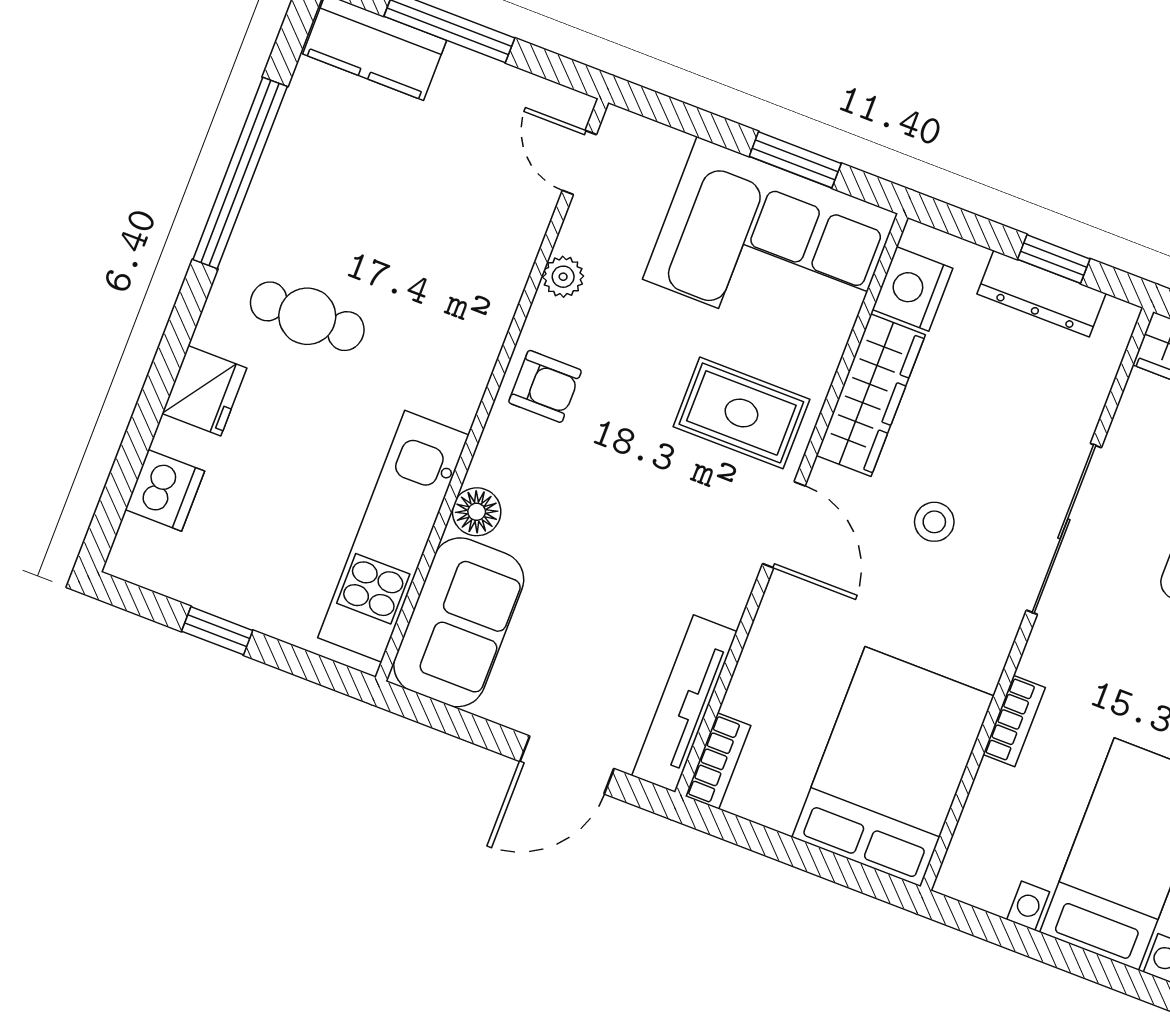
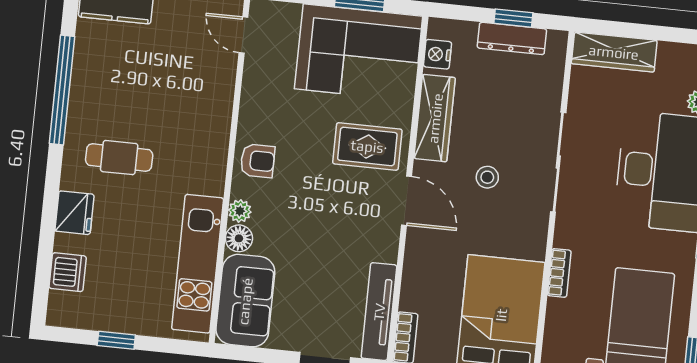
plant: (563, 277) -> (240, 211), moved
nightstand: (913, 289) -> (437, 54), width x0.74, depth x0.75

